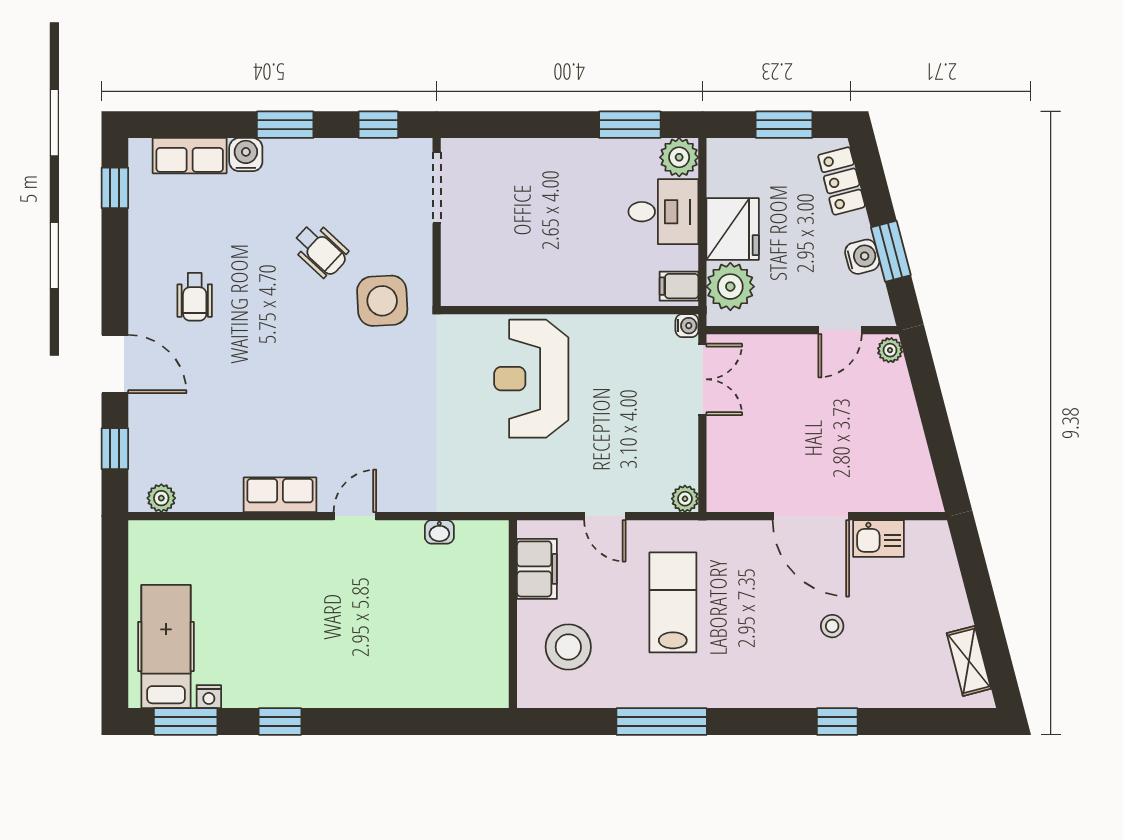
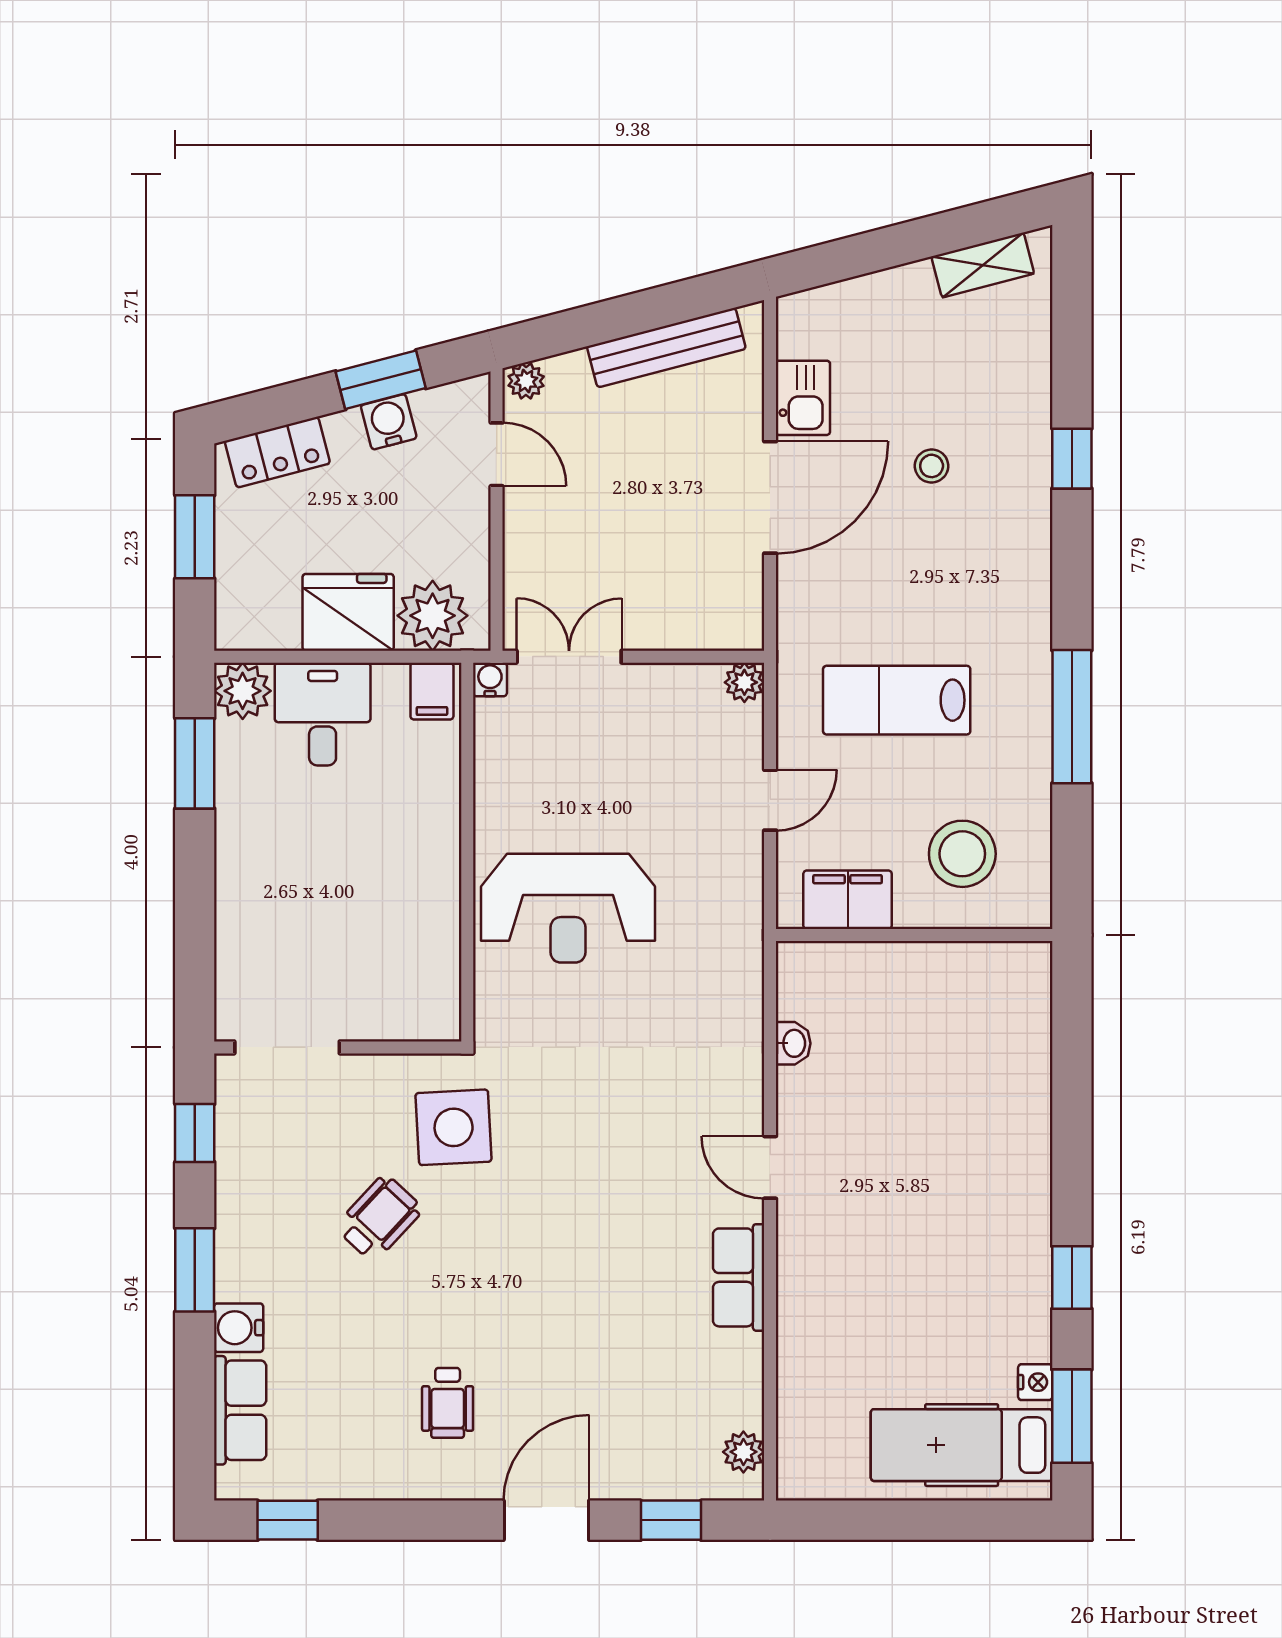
wheelchair: (195, 297) -> (448, 1403), turned 90
bench: (913, 446) -> (666, 348), added

